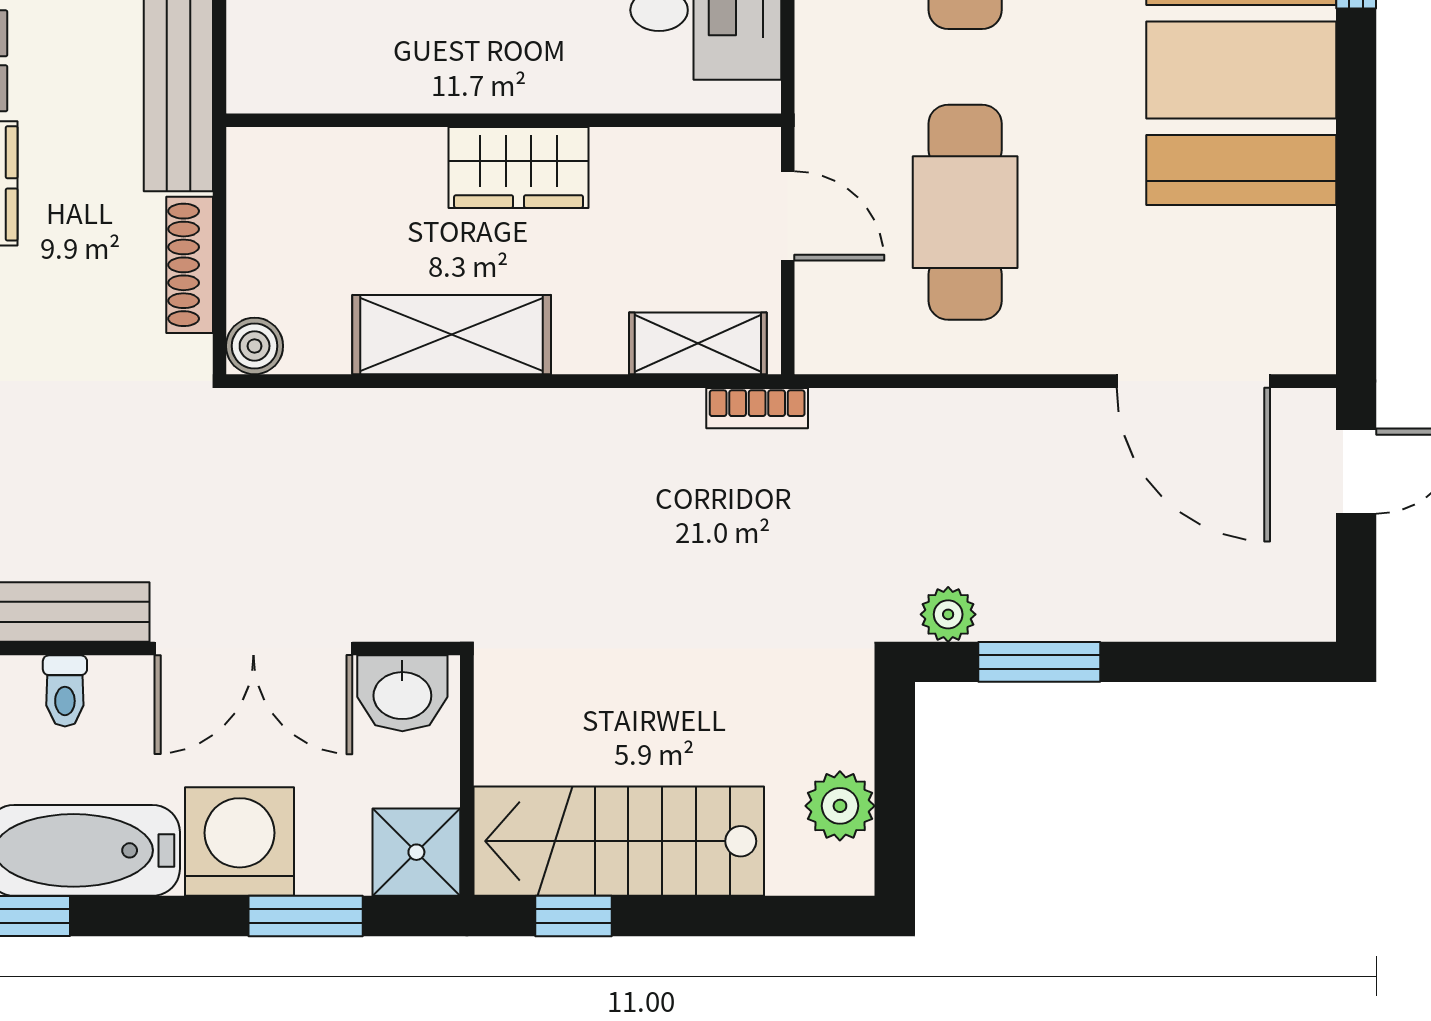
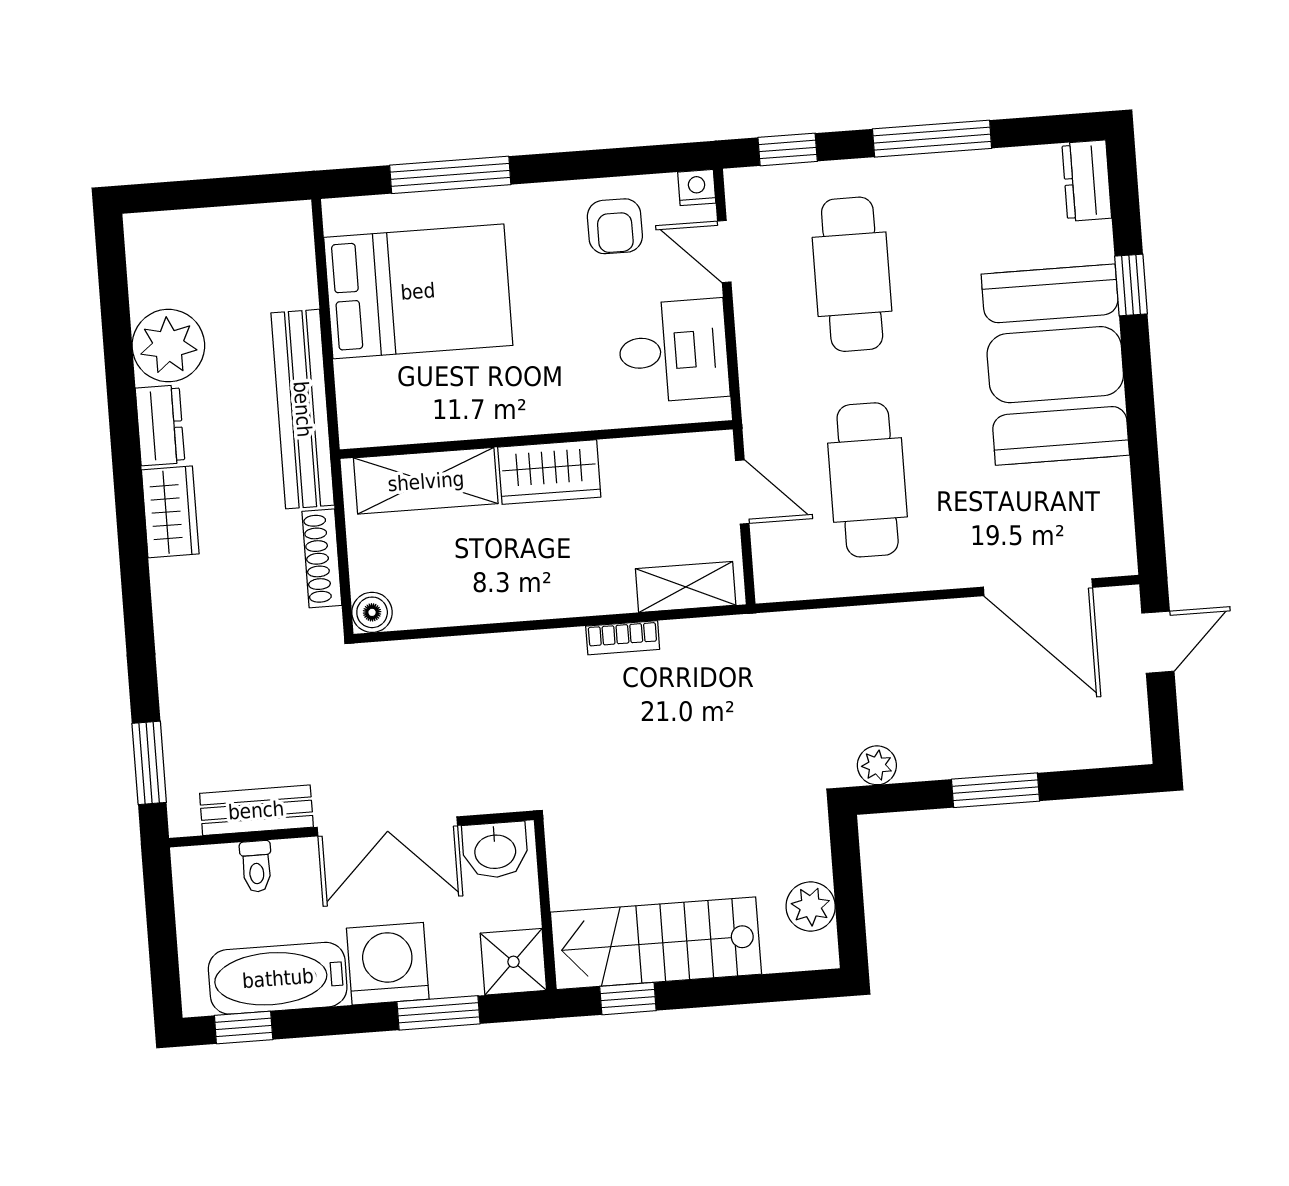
shelving: (452, 335) -> (426, 481), moved
bookcase: (757, 408) -> (623, 638), moved
window: (1039, 662) -> (995, 790), moved

